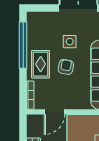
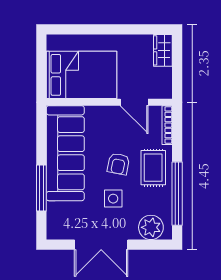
plant: (42, 21) -> (151, 227), added
door: (54, 112) -> (134, 102), swing flipped

